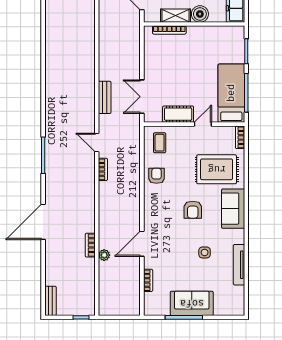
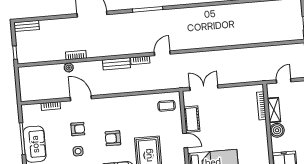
bench: (105, 97) -> (116, 64), moved
armchair: (156, 176) -> (78, 129), moved

